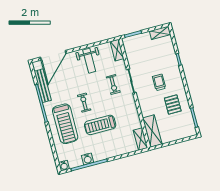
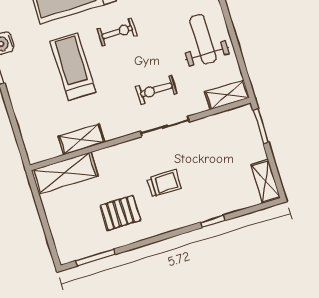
weight bench: (89, 61) -> (203, 39), turned 90
shelving: (140, 139) -> (81, 139), moved

